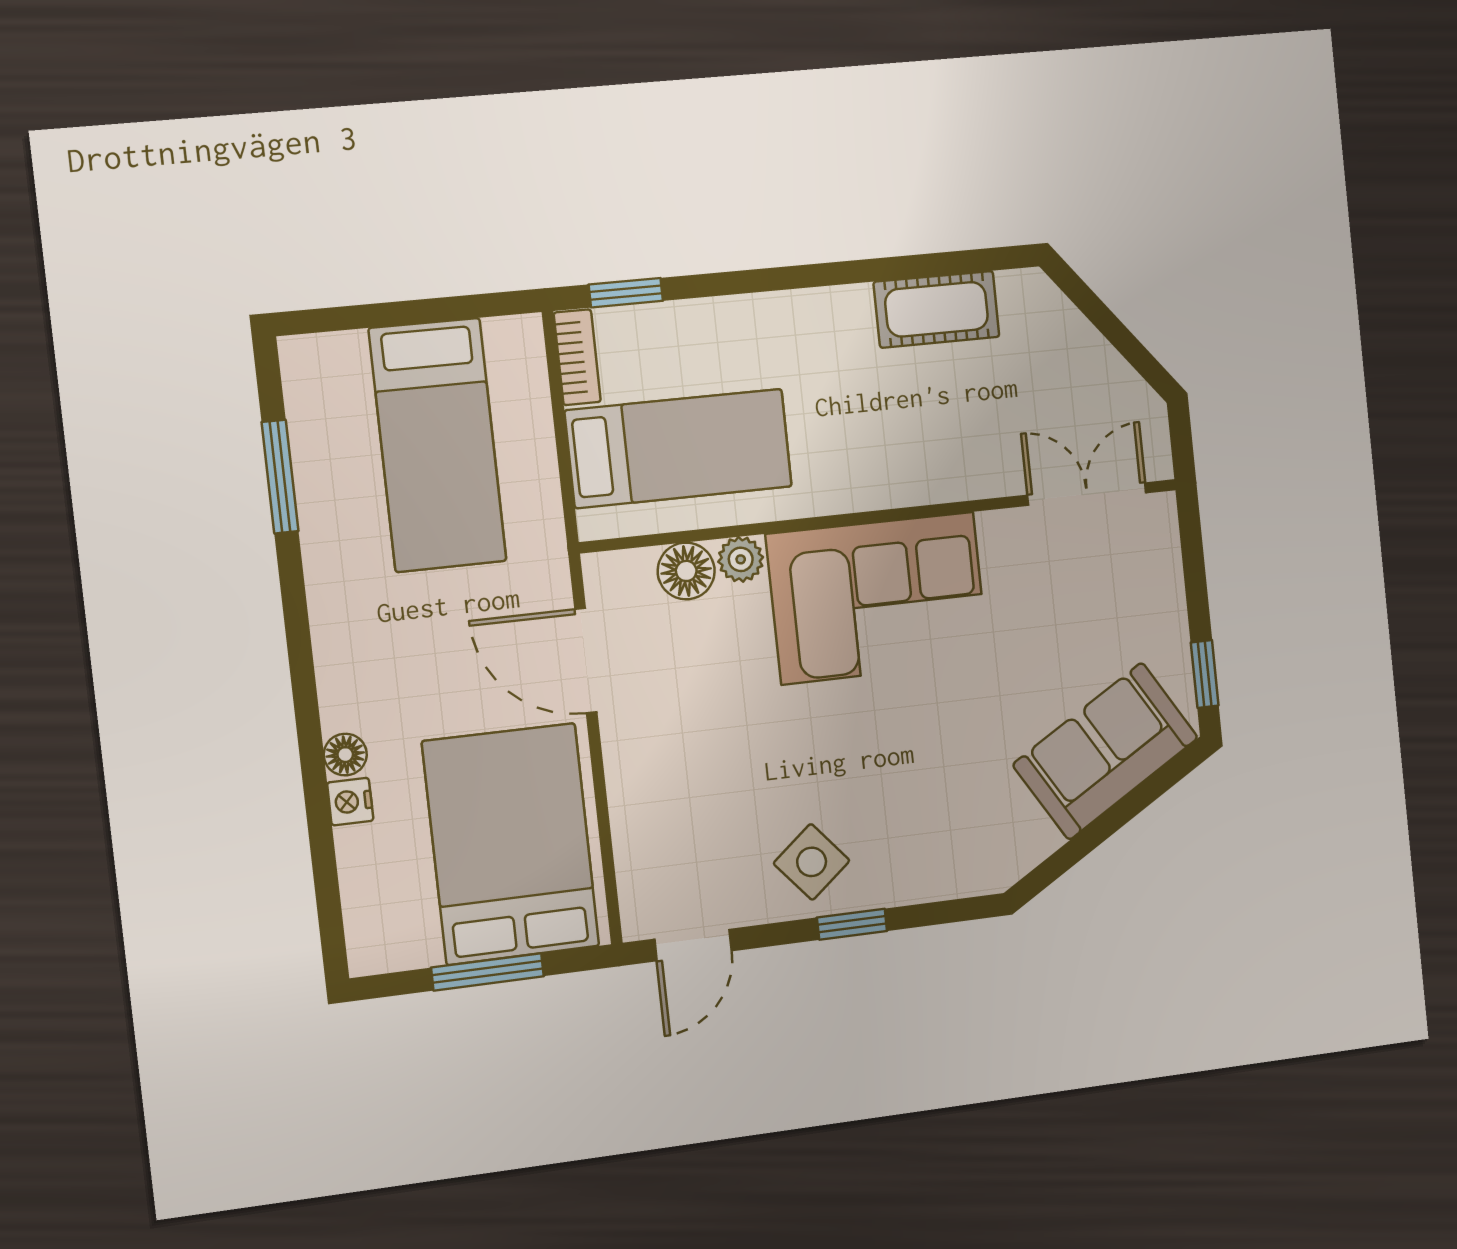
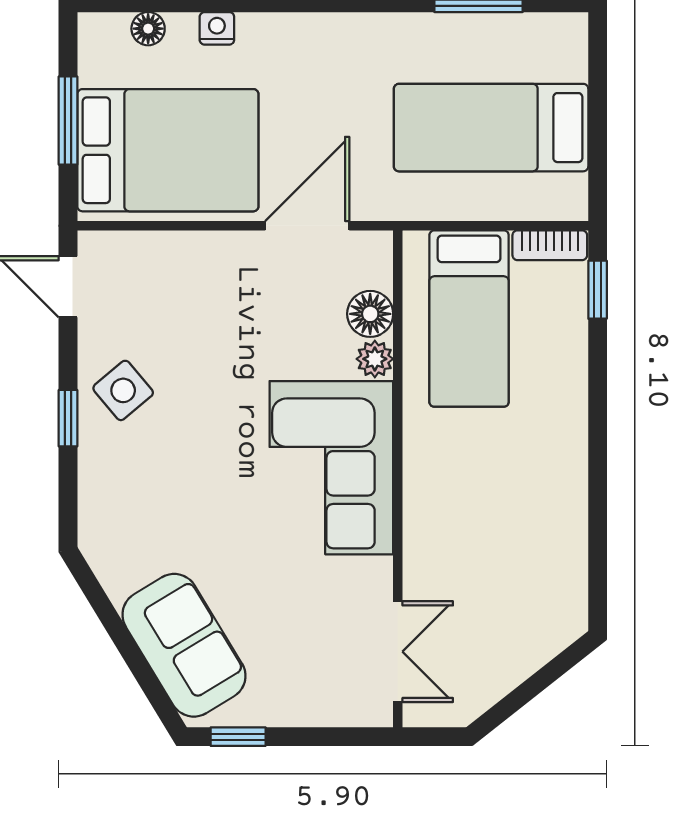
cot: (937, 309) -> (561, 541), removed
floor lamp: (345, 755) -> (148, 29), moved

